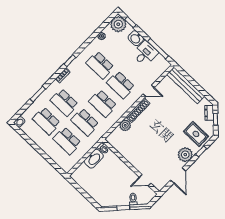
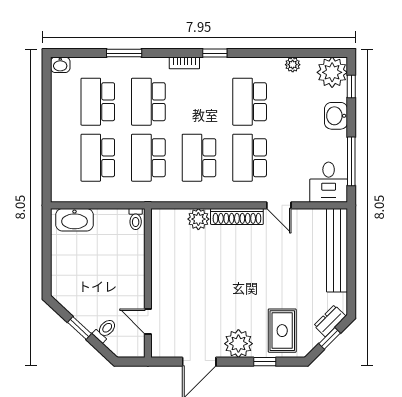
desk: (145, 53) -> (329, 182), moved, turned 90
washbasin: (94, 159) -> (74, 220), moved

